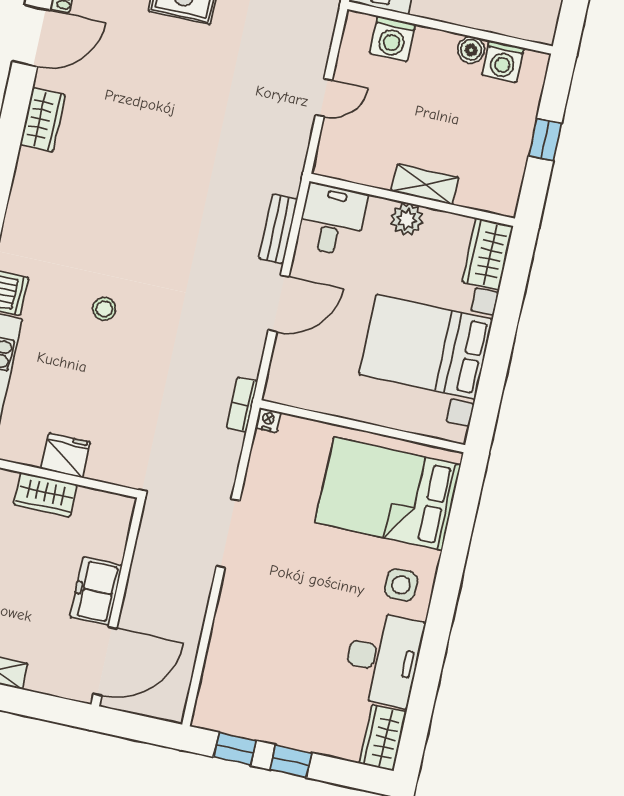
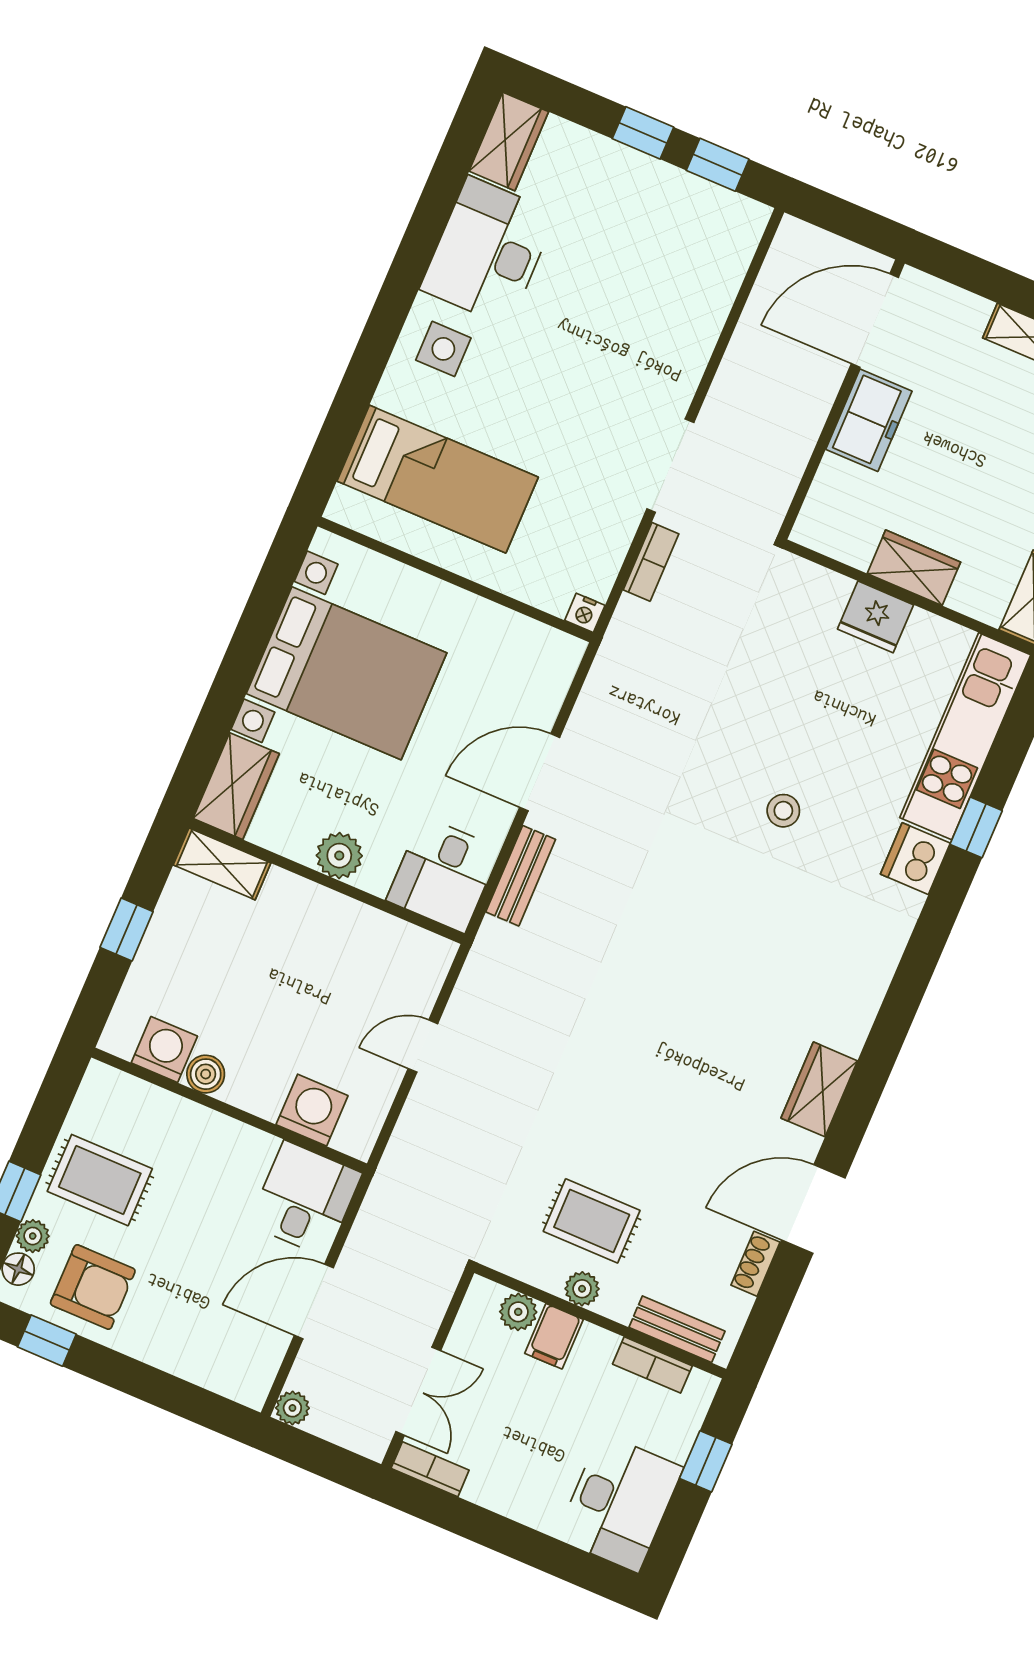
shelving: (425, 184) -> (222, 864), moved
bookcase: (242, 405) -> (651, 562), moved
bed: (388, 494) -> (438, 479), width x0.67

